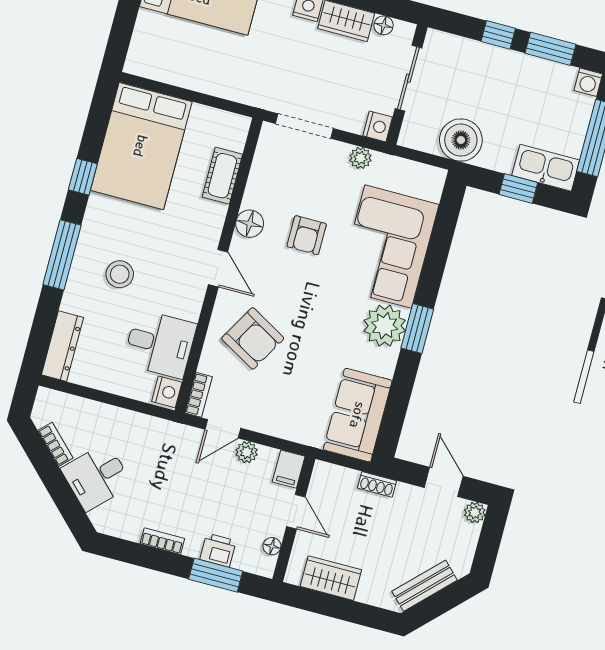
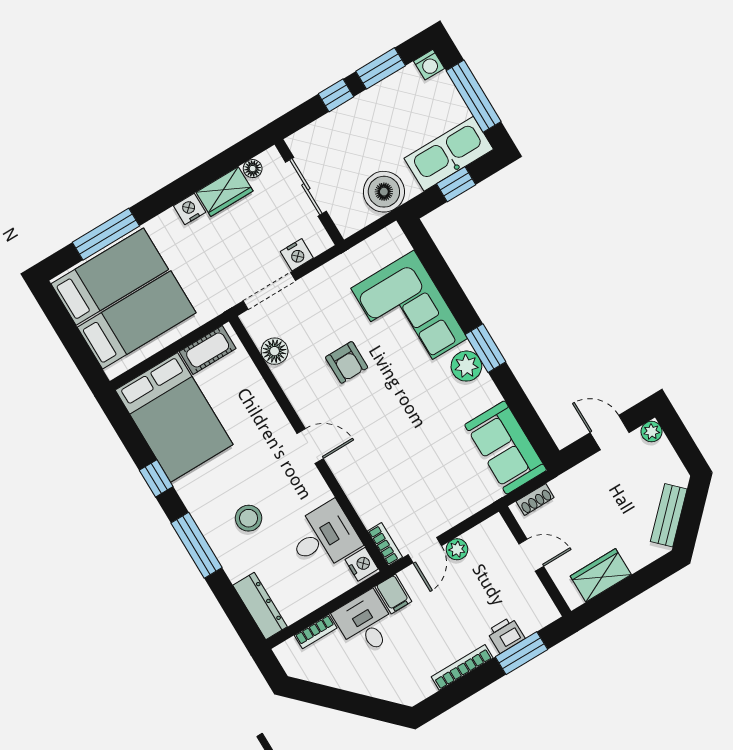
bed: (187, 48) -> (137, 320), added
nightstand: (378, 126) -> (297, 255), moved, turned 90
plant: (360, 158) -> (329, 273), removed
kitchen sink: (546, 168) -> (449, 154), width x1.36, depth x1.24
cot: (222, 176) -> (208, 350), moved, turned 90
floor lamp: (250, 224) -> (275, 351), moved
plant: (385, 326) -> (466, 366), width x0.73, depth x0.73
armchair: (253, 338) -> (382, 469), removed
bookcase: (55, 444) -> (316, 632), moved, turned 135
filing cabinet: (289, 469) -> (393, 594), moved
desk: (97, 477) -> (365, 623), moved, turned 135
shoe rack: (377, 484) -> (535, 499), moved
bookcase: (162, 541) -> (462, 667), width x1.56
floor lamp: (272, 546) -> (539, 595), removed

